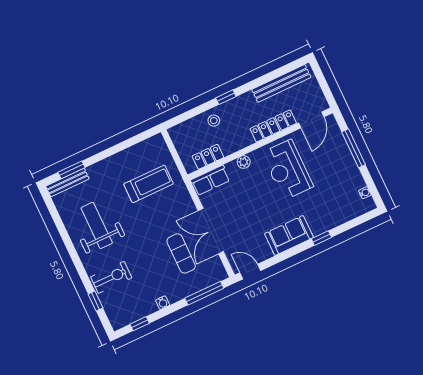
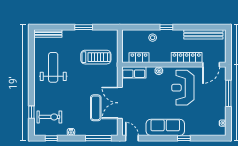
window: (71, 170) -> (84, 27), moved
sofa: (289, 235) -> (165, 127), width x1.36
exercise bike: (111, 277) -> (49, 117), moved

